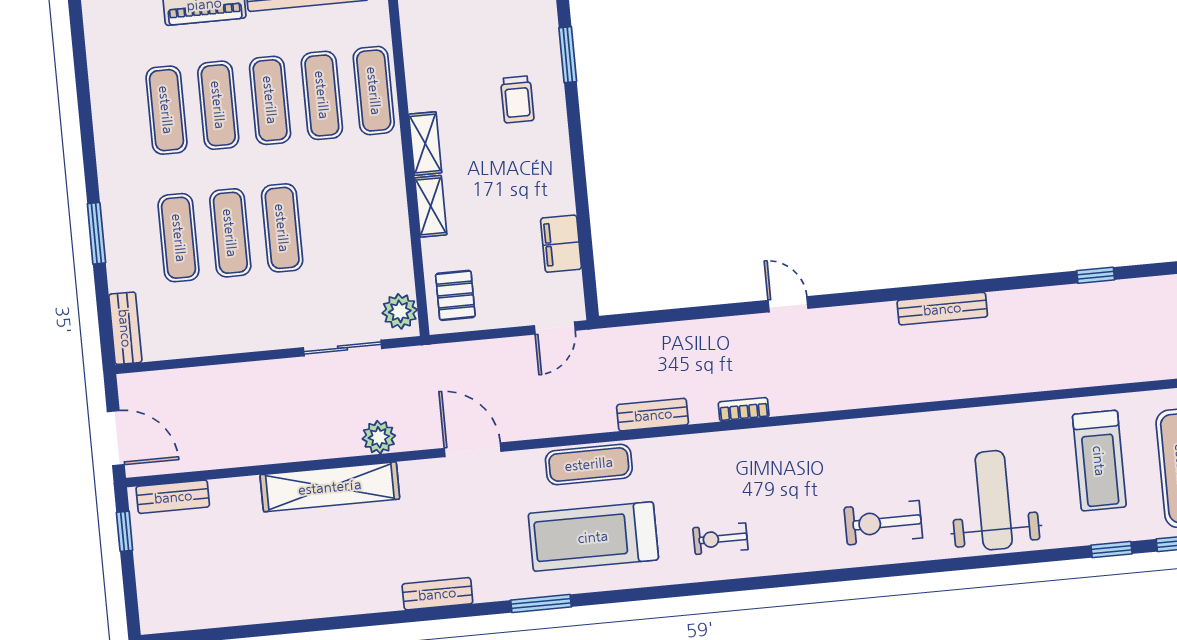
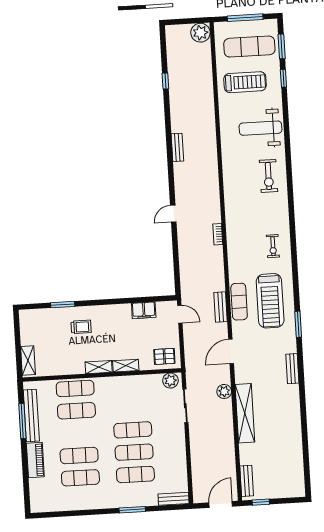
exercise mat: (270, 100) -> (78, 433), removed
bench: (942, 309) -> (177, 147), width x0.73
bench: (653, 415) -> (221, 307), moved

